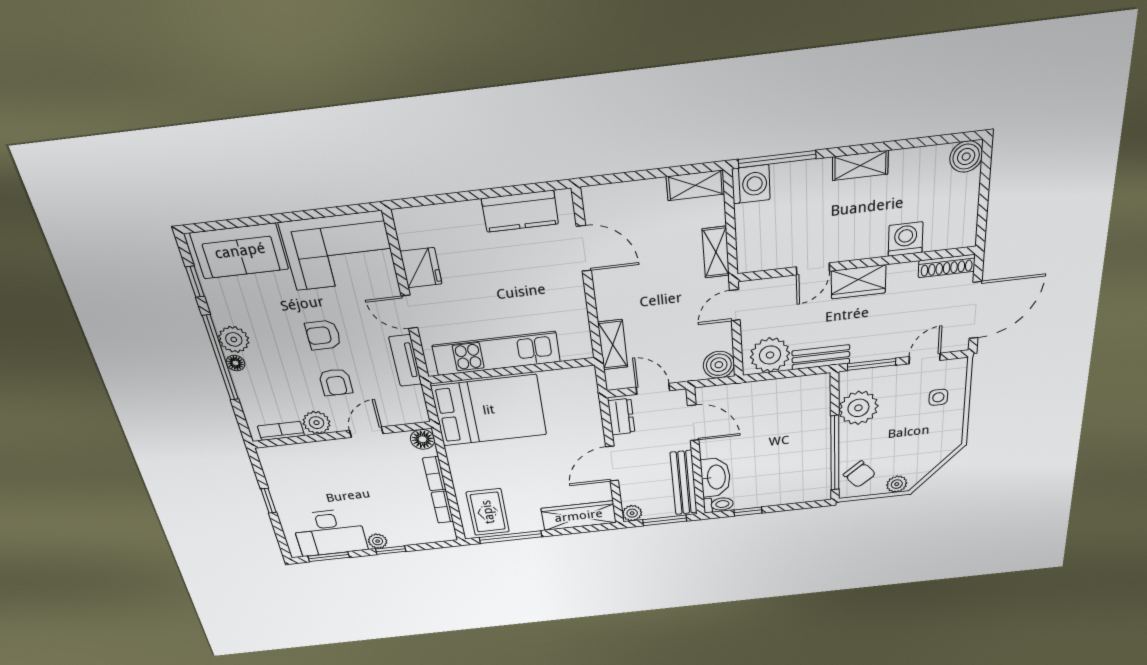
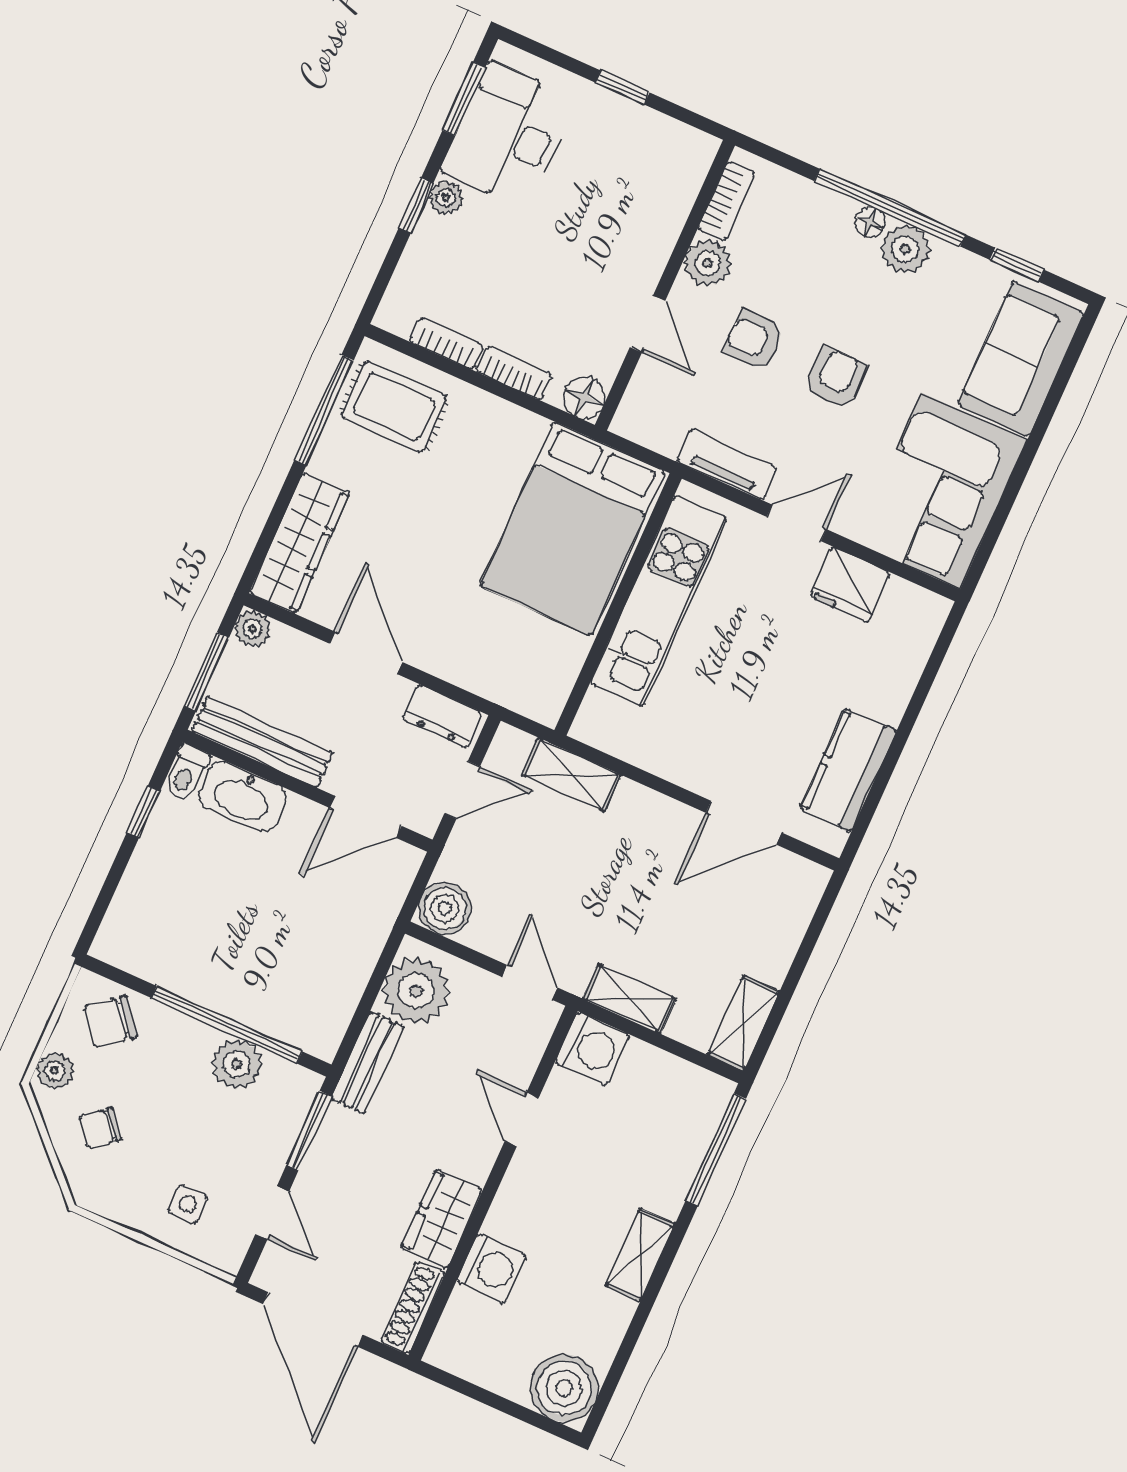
boiler: (966, 157) -> (564, 1388), width x1.37, depth x1.37
washing machine: (751, 184) -> (592, 1049), moved, turned -90
wardrobe: (858, 282) -> (442, 1219), moved
plant: (858, 408) -> (237, 1064), width x0.73, depth x0.73
chair: (917, 452) -> (100, 1128), added
window: (835, 453) -> (227, 1025), moved

